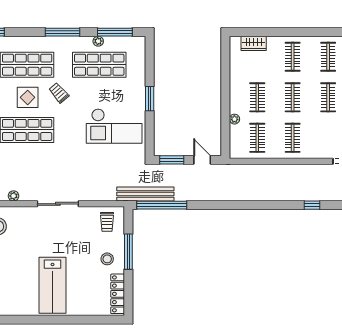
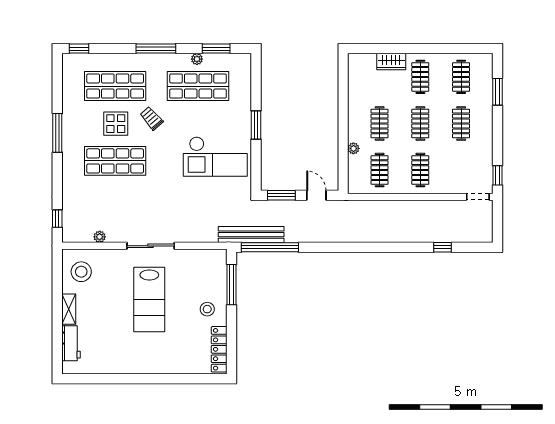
window: (115, 32) -> (216, 49), width x0.69
wardrobe: (254, 43) -> (391, 62), moved
trolley: (107, 222) -> (207, 267), removed
window: (128, 252) -> (232, 285), moved
lab bench: (52, 285) -> (149, 300), moved

